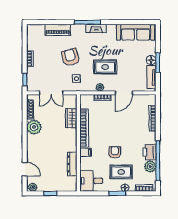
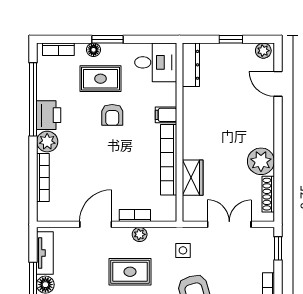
dresser: (72, 164) -> (191, 65), moved
plant: (150, 166) -> (47, 142), moved

